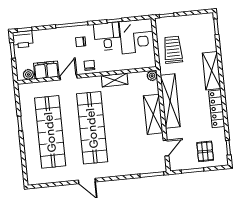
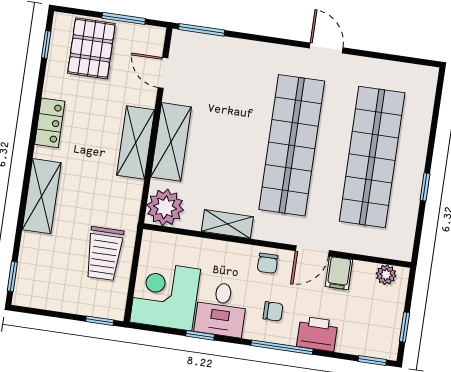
printer: (23, 39) -> (317, 334), moved
filing cabinet: (46, 70) -> (339, 273), width x0.50
plant: (152, 76) -> (165, 207), width x1.88, depth x1.88
shelving: (170, 101) -> (136, 143), width x0.68
locker: (217, 109) -> (50, 123), width x0.66
door: (166, 148) -> (163, 73), hinge flipped
pallet: (205, 151) -> (91, 48), width x1.50, depth x1.42

